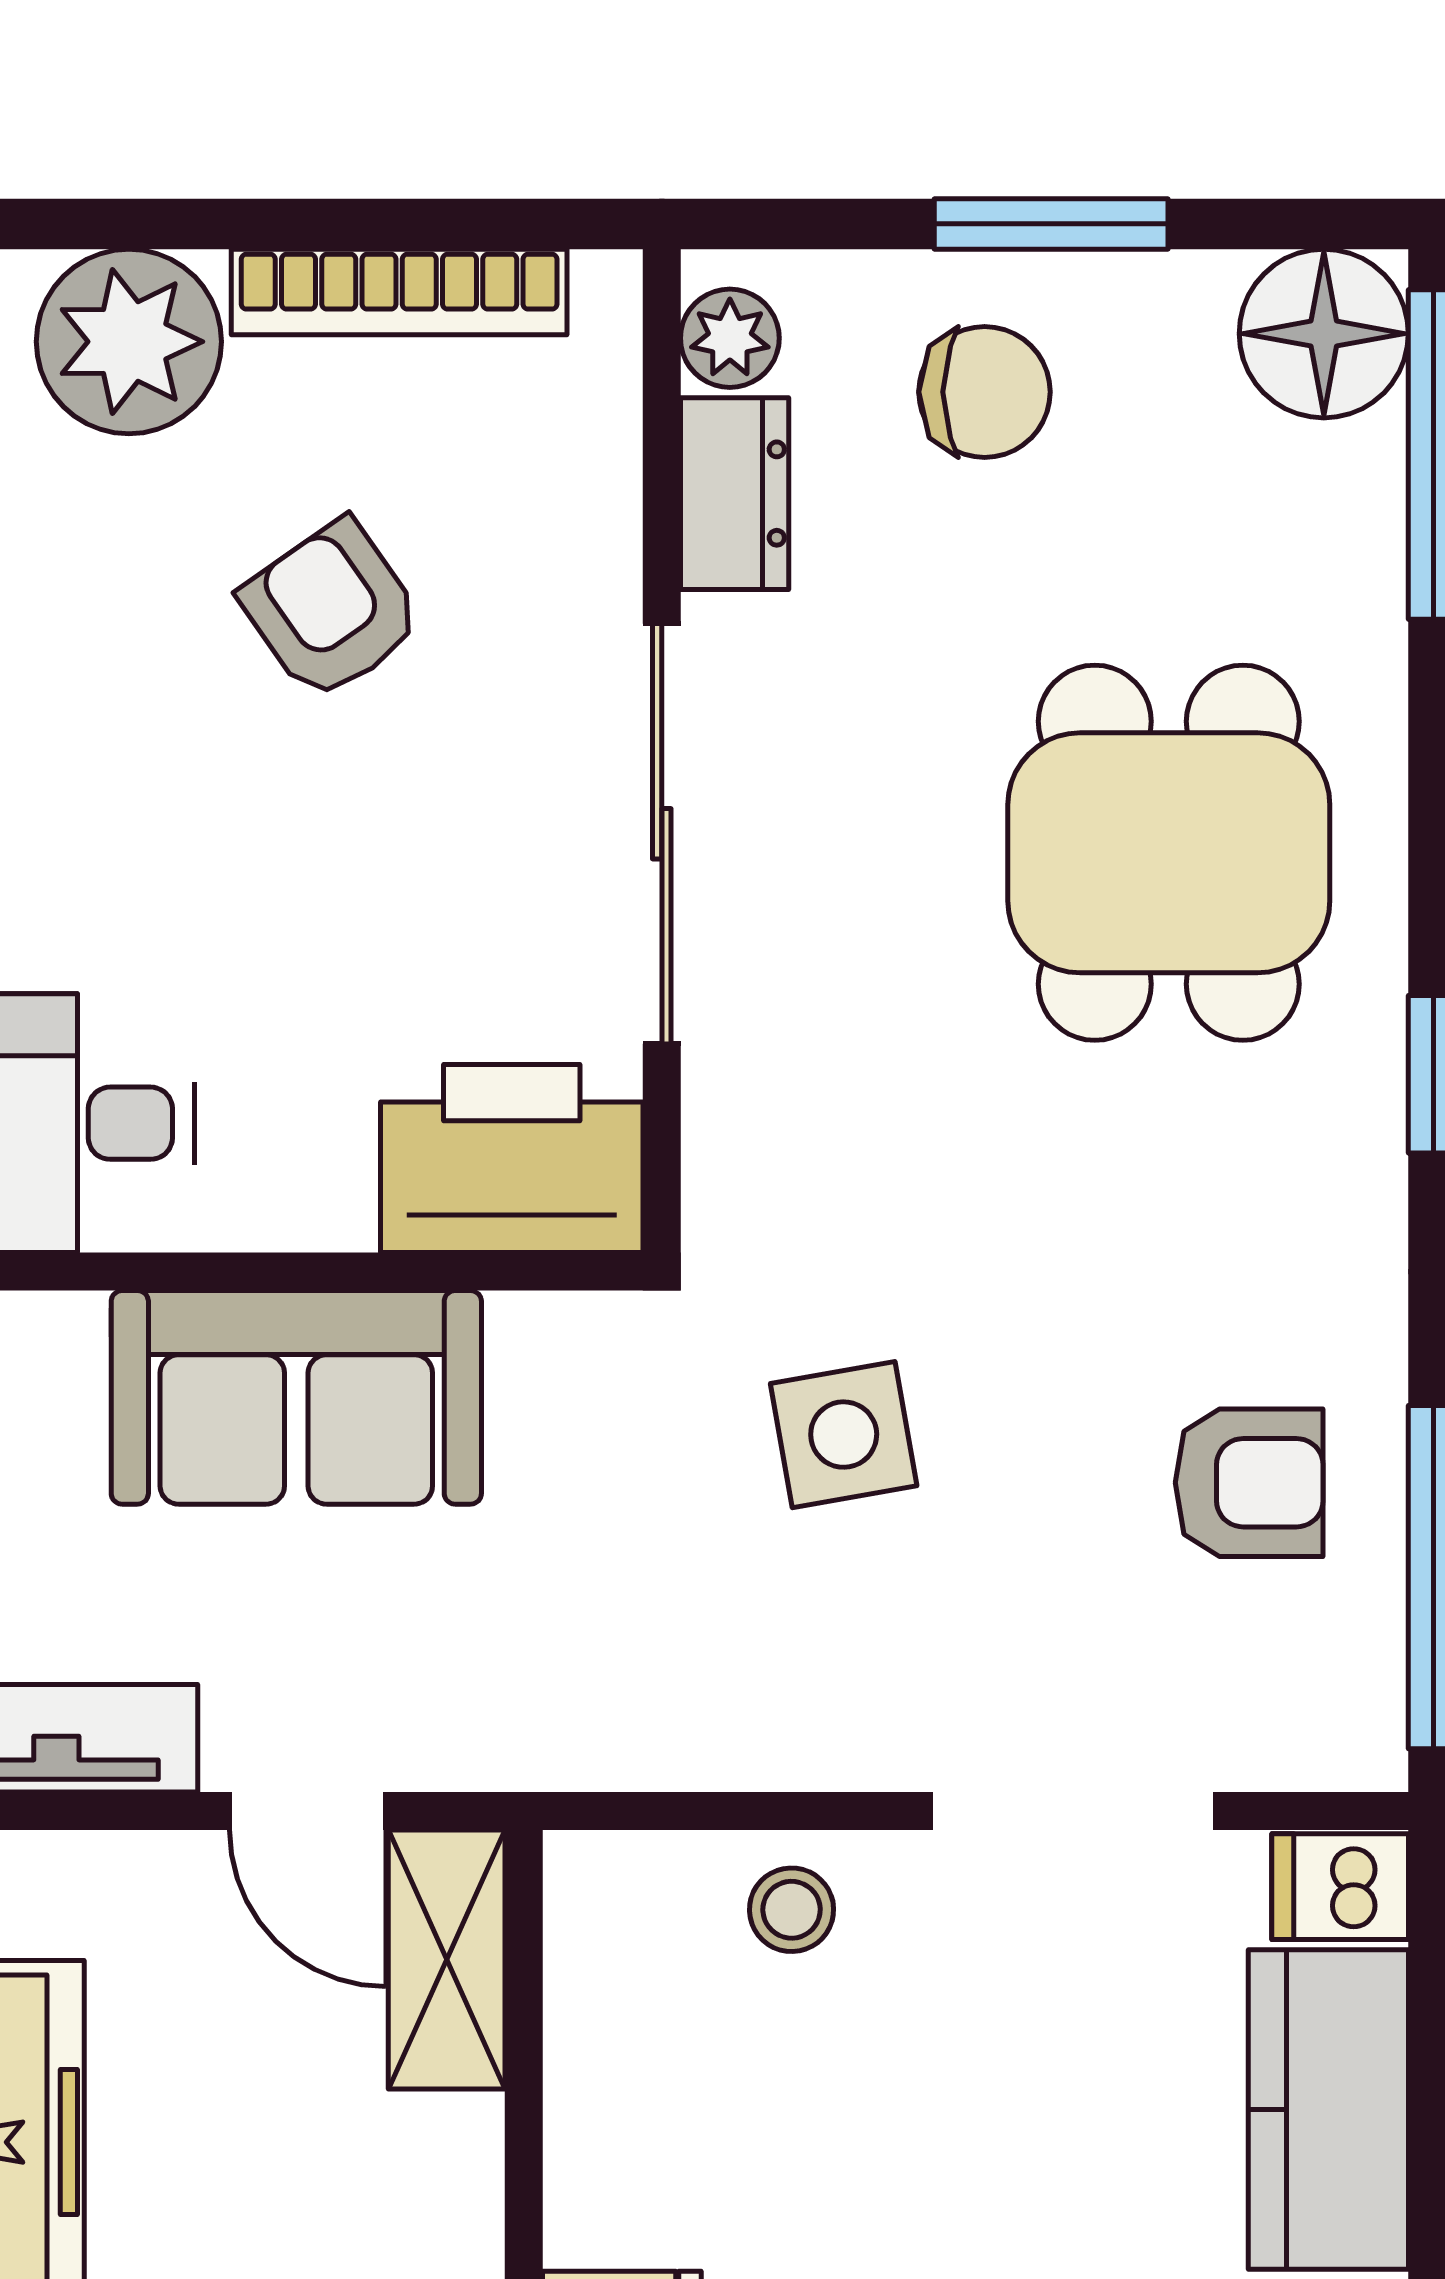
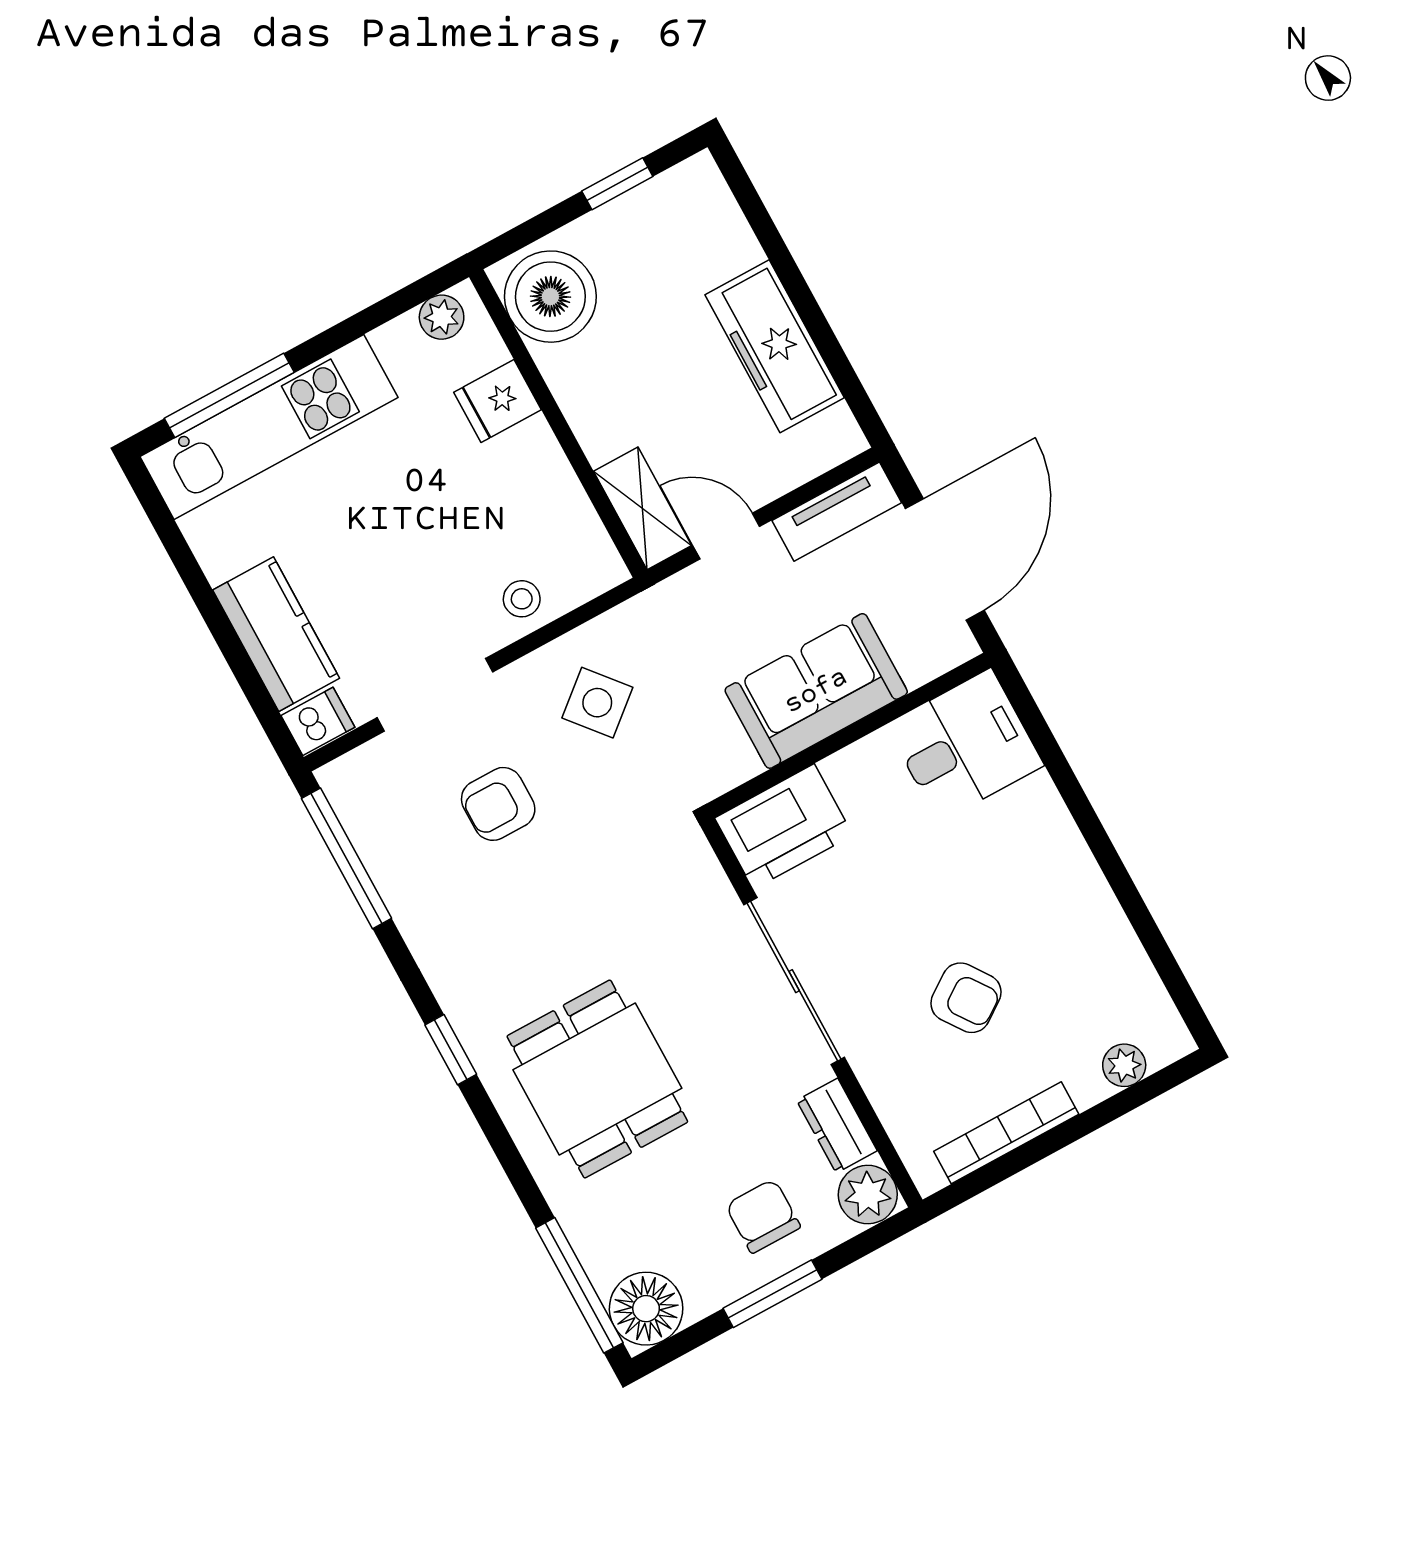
plant: (730, 338) -> (868, 1195), width x1.38, depth x1.38
plant: (129, 342) -> (1124, 1065), width x0.53, depth x0.53
chair: (985, 392) -> (763, 1216), turned 90
side table: (844, 1435) -> (597, 703), moved, turned -30
armchair: (1249, 1483) -> (498, 804), moved

